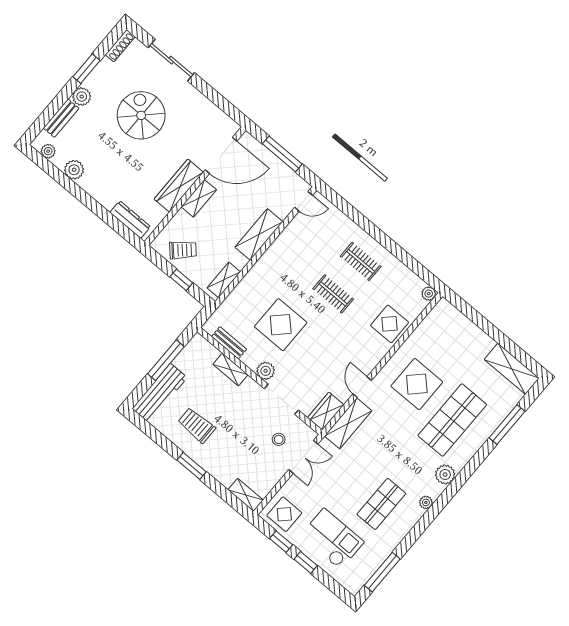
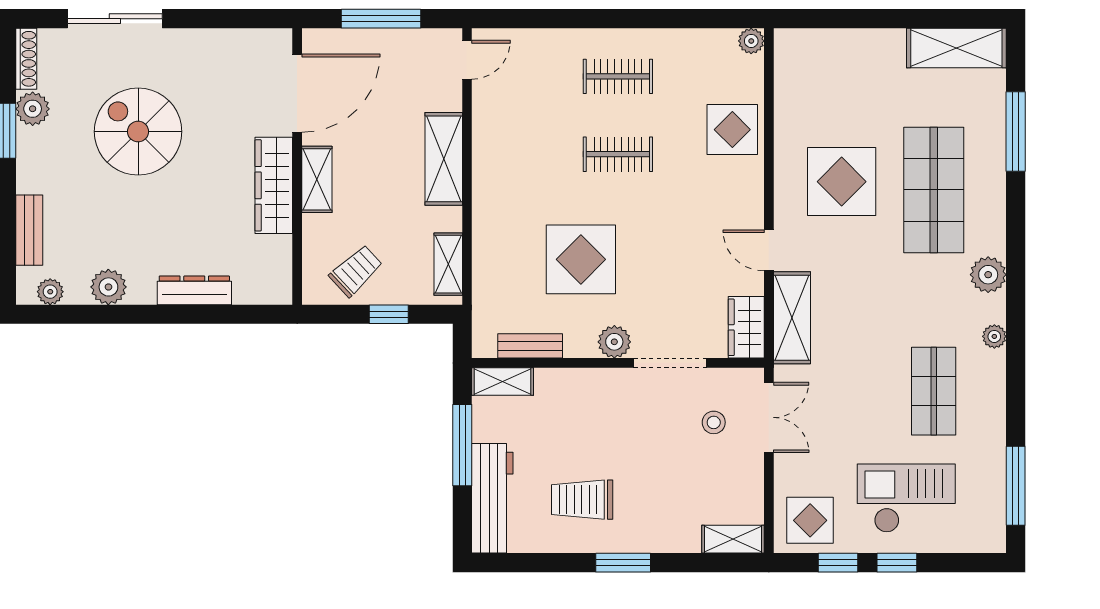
plant: (82, 97) -> (33, 109), moved
dresser: (130, 220) -> (194, 290), moved
shelving: (230, 369) -> (503, 382), moved

